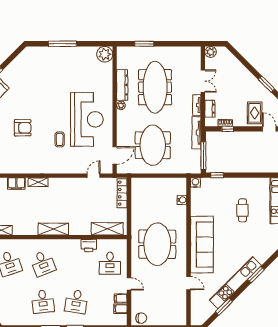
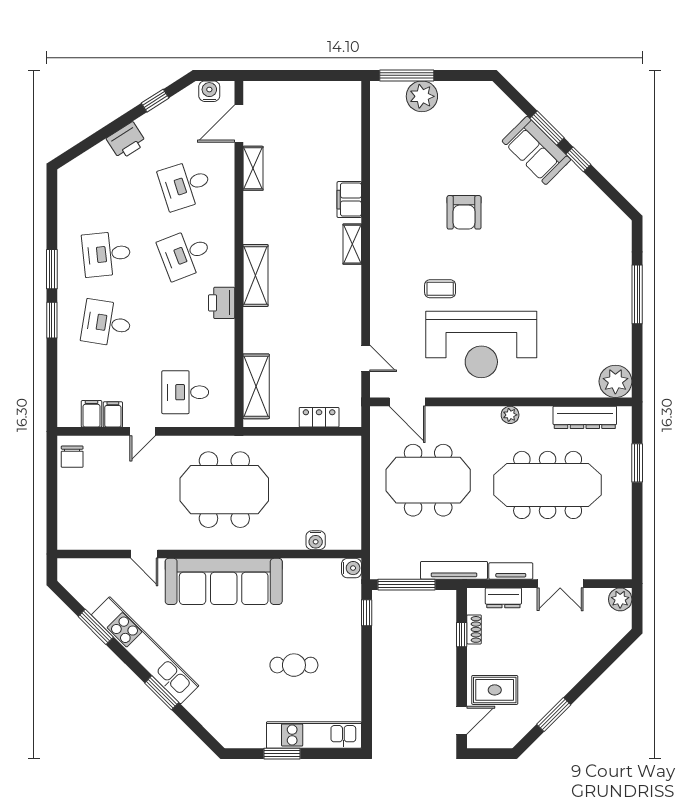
dresser: (122, 85) -> (585, 417), moved
locker: (122, 193) -> (319, 417), width x0.66
printer: (89, 246) -> (222, 303), moved
door: (189, 283) -> (144, 554), hinge flipped

